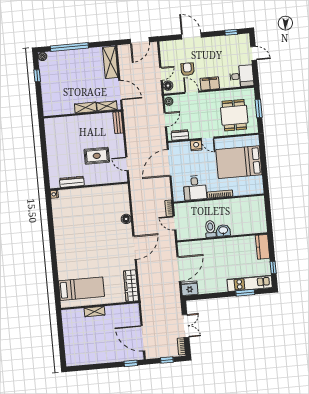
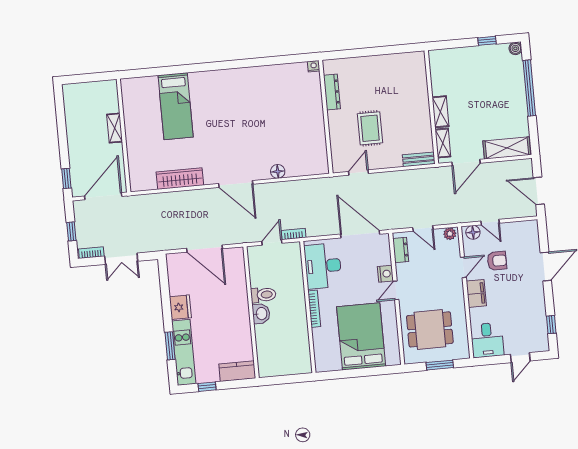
desk: (195, 188) -> (323, 266), width x1.37
fridge: (190, 288) -> (180, 307), moved
wall: (100, 305) -> (123, 136), moved
shelving: (95, 311) -> (115, 128), moved

